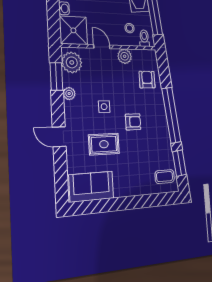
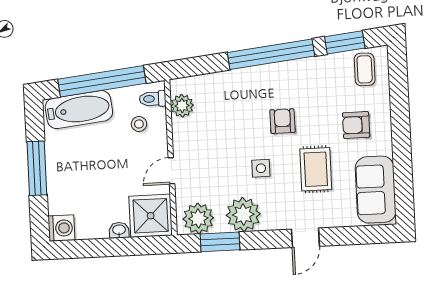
plant: (125, 56) -> (182, 106), moved
armchair: (147, 80) -> (356, 125), moved
plant: (69, 94) -> (243, 215), width x1.87, depth x1.87

